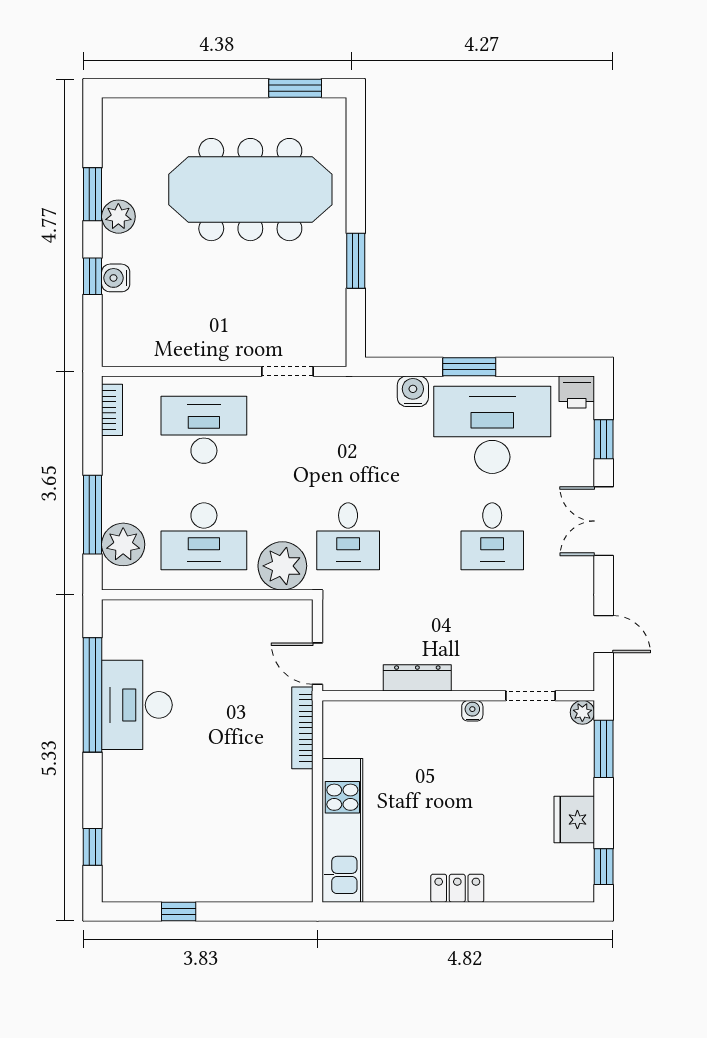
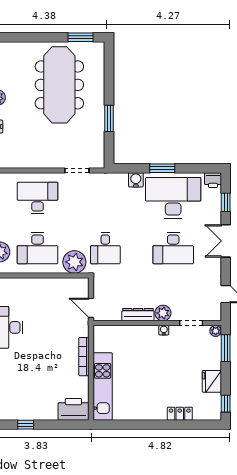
meeting table: (250, 190) -> (59, 85), turned 90
desk: (492, 536) -> (173, 248), width x1.37
plant: (470, 674) -> (163, 313), added
bookcase: (302, 728) -> (84, 357), moved
printer: (280, 879) -> (73, 409), added
locker: (457, 888) -> (180, 414), moved

